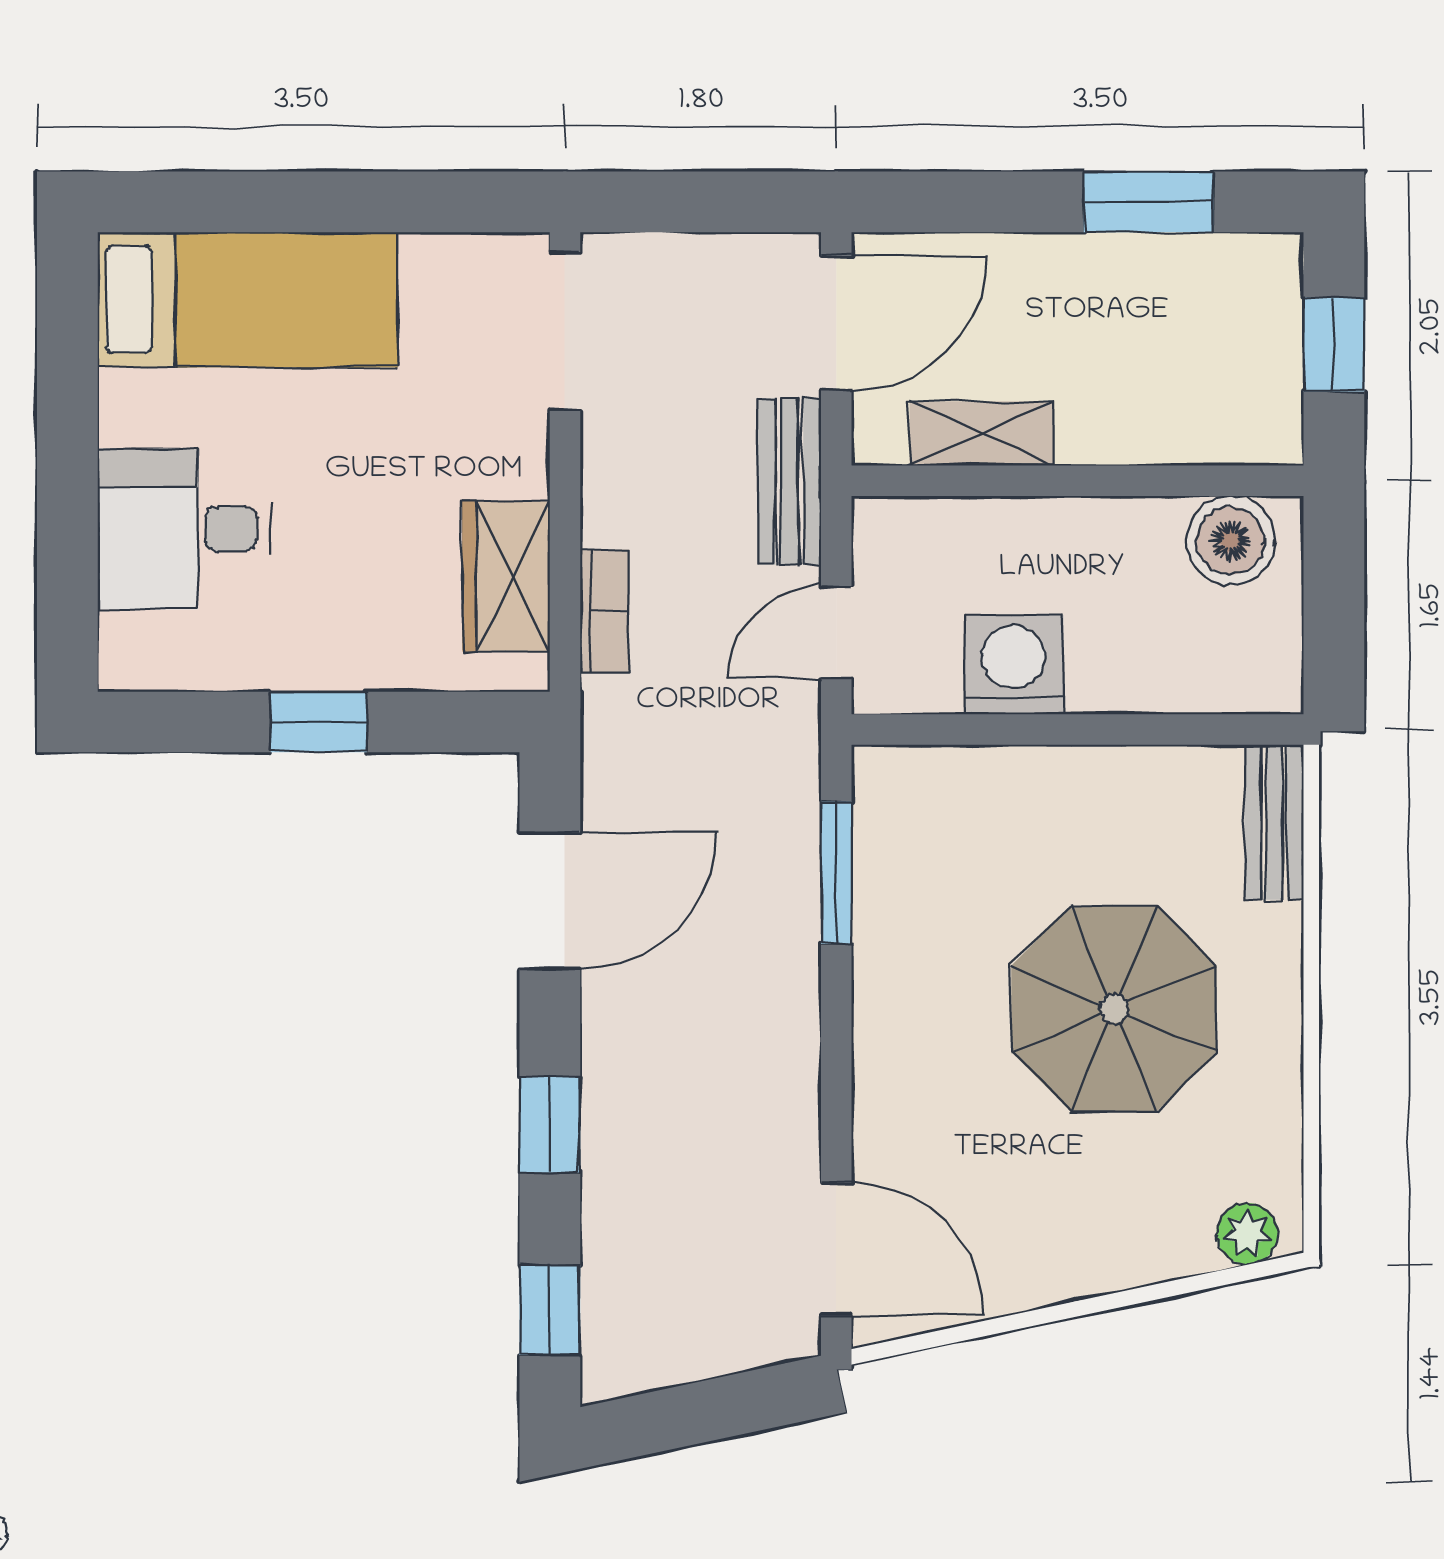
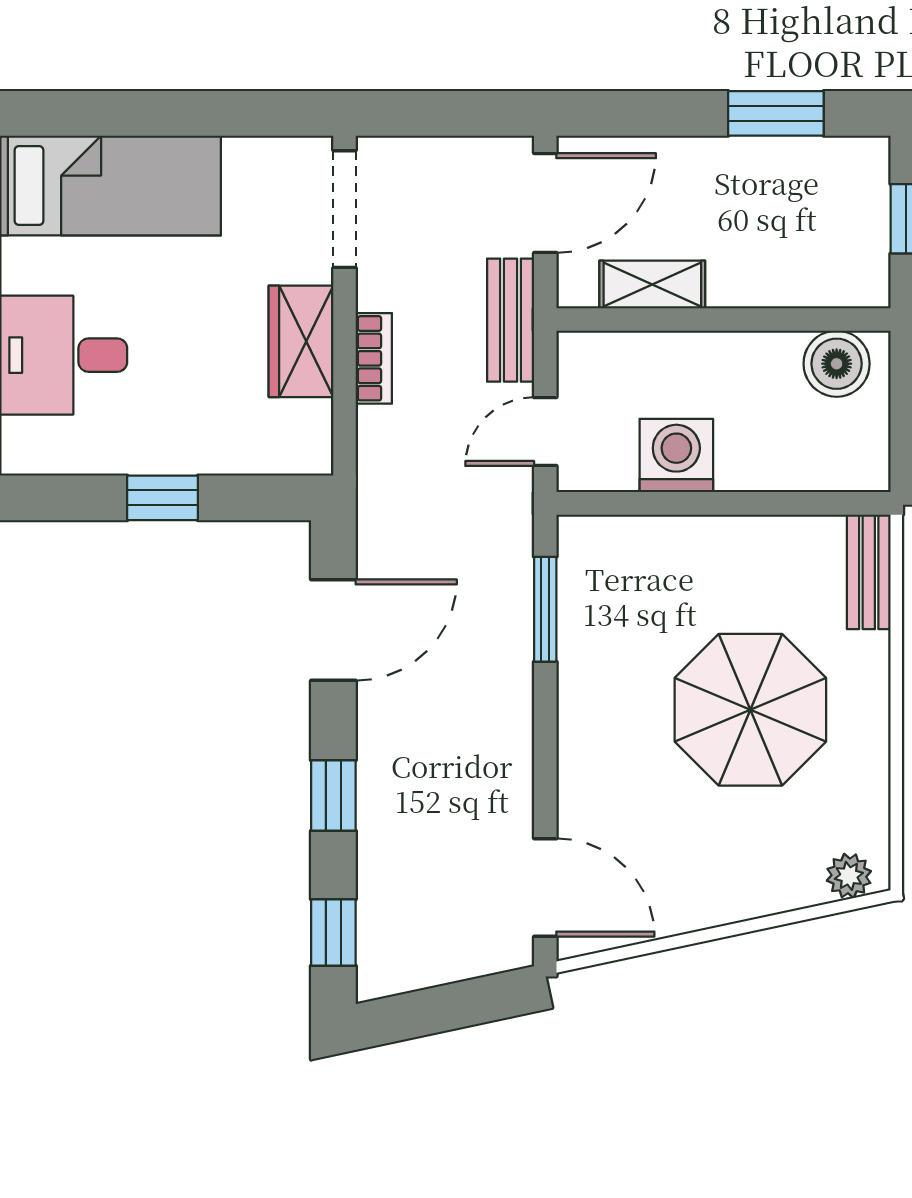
wardrobe: (506, 576) -> (301, 341), moved
bookcase: (605, 611) -> (374, 358), moved

